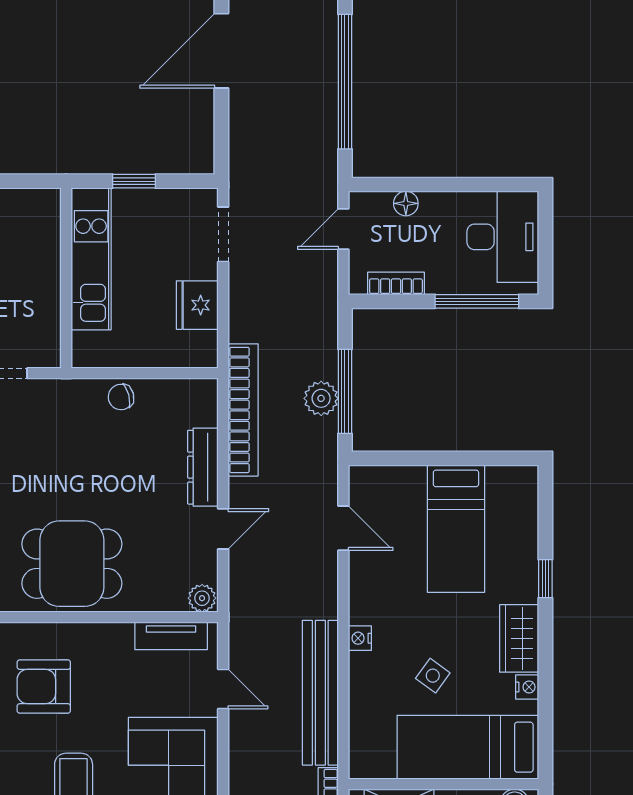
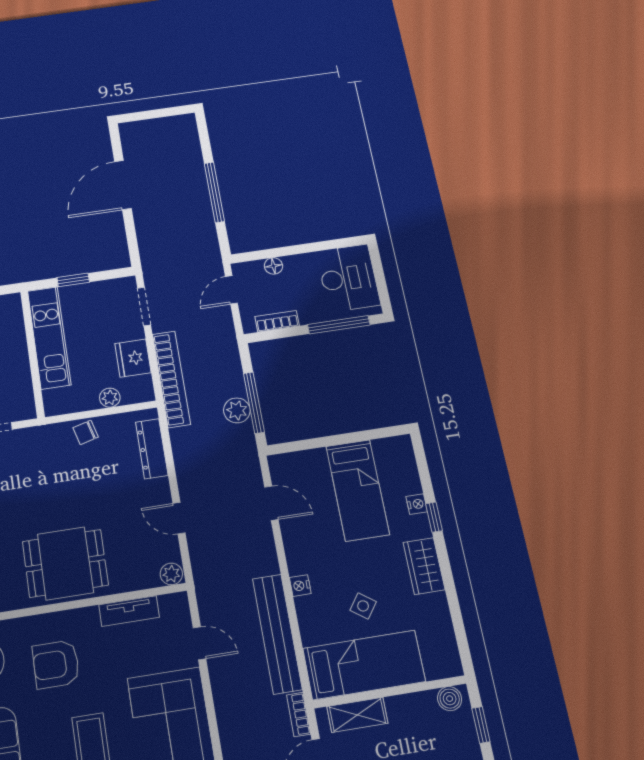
window: (345, 82) -> (214, 192), width x0.68
plant: (159, 355) -> (110, 398), added
bookcase: (243, 410) -> (171, 379), moved
dresser: (203, 467) -> (152, 449), moved
door: (223, 529) -> (179, 518), swing flipped
tv unit: (171, 636) -> (129, 611), moved
nightstand: (527, 687) -> (417, 504), moved
bed: (468, 747) -> (364, 665), moved, turned 180

